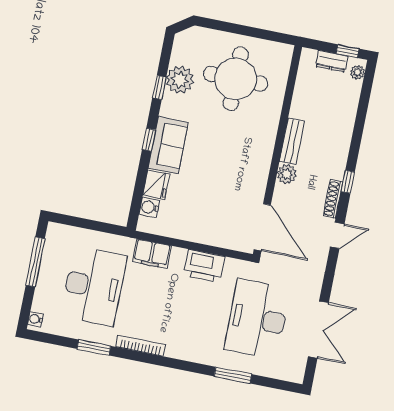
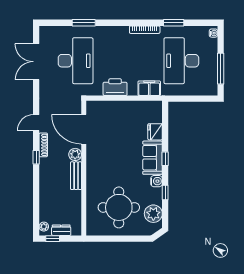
plant: (180, 80) -> (153, 214), moved
water cooler: (149, 207) -> (157, 181), moved
door: (262, 227) -> (84, 129), moved

